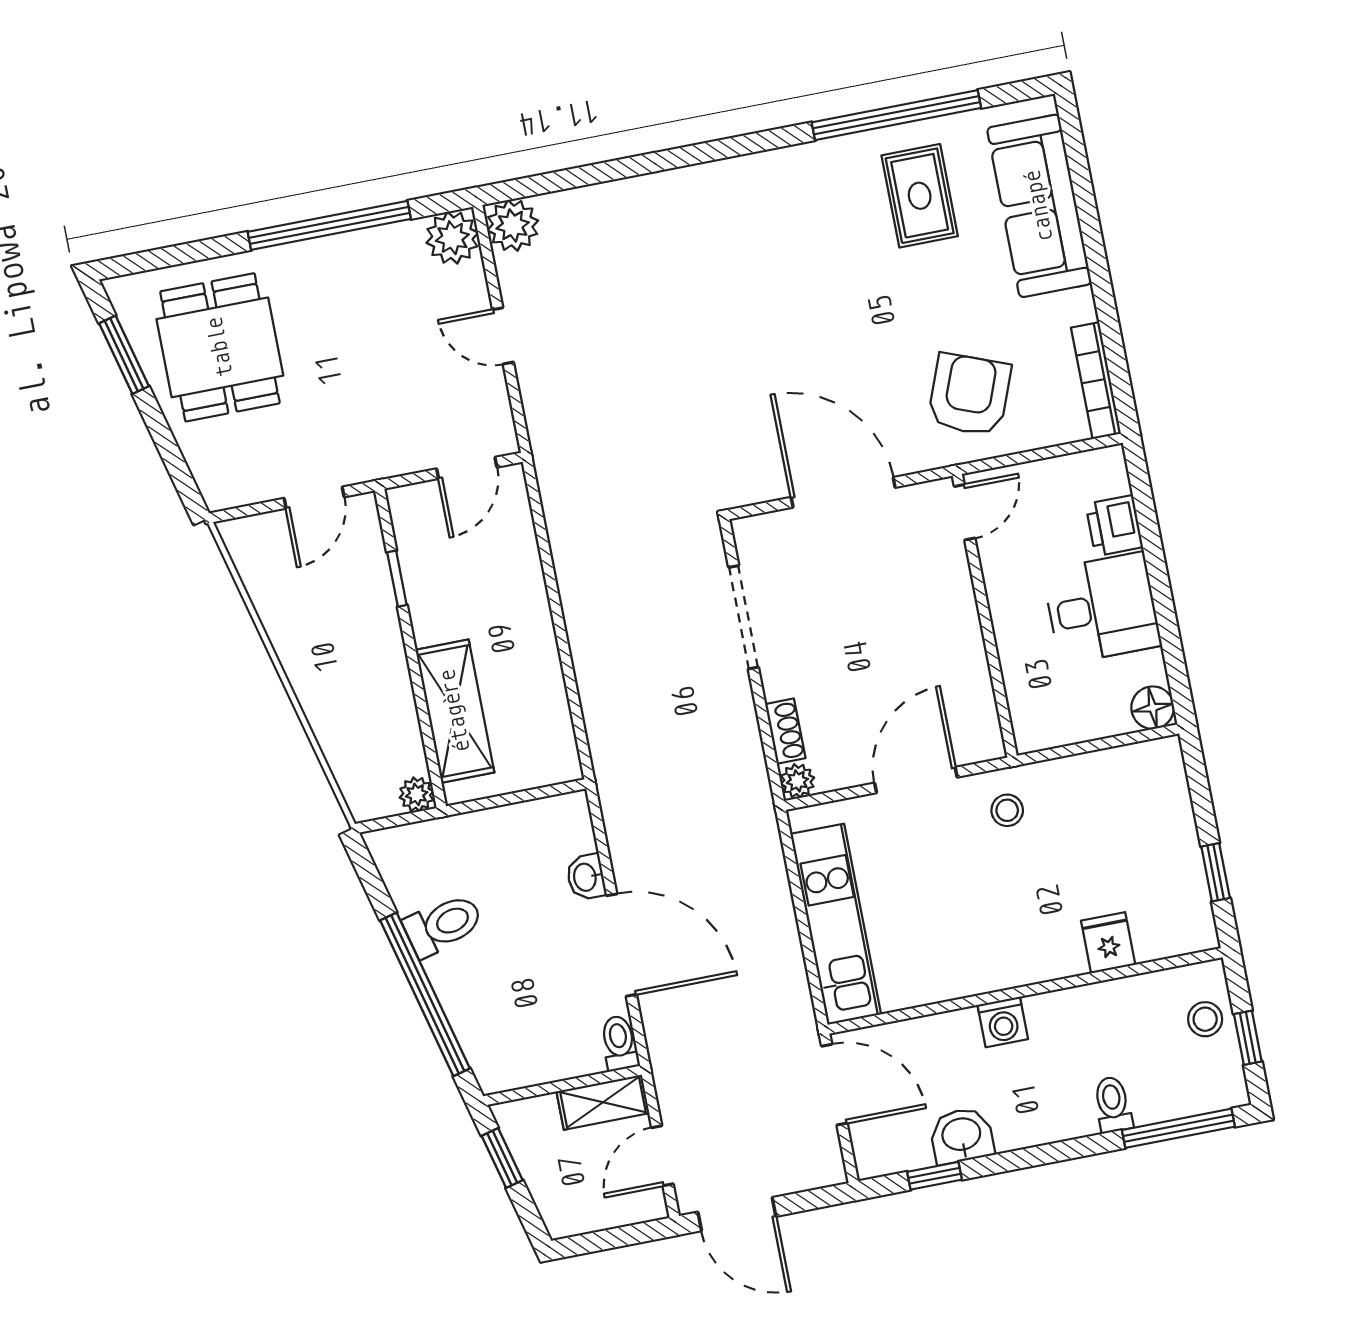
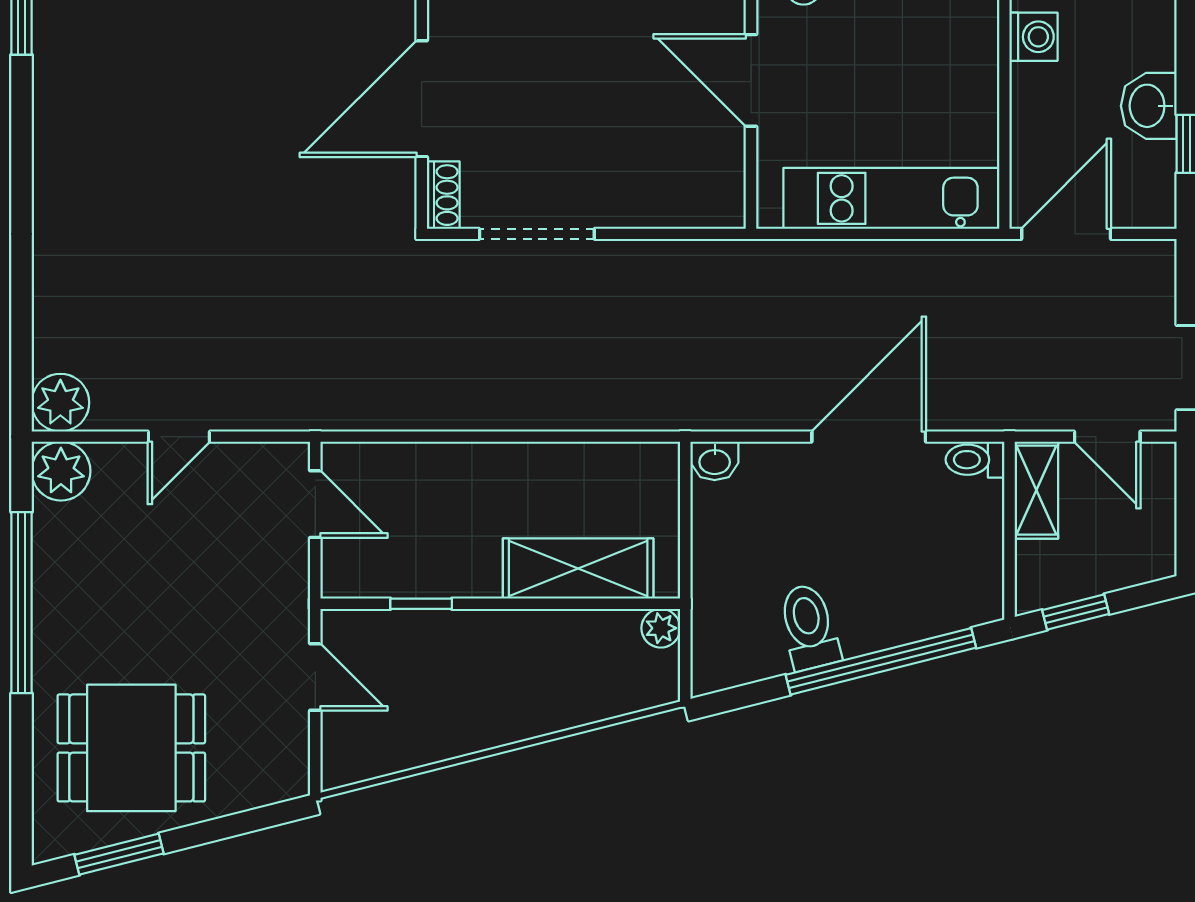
shoe rack: (785, 731) -> (443, 195), moved, turned 90
plant: (797, 781) -> (727, 210), removed
washbasin: (586, 877) -> (715, 461), moved

